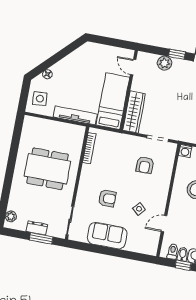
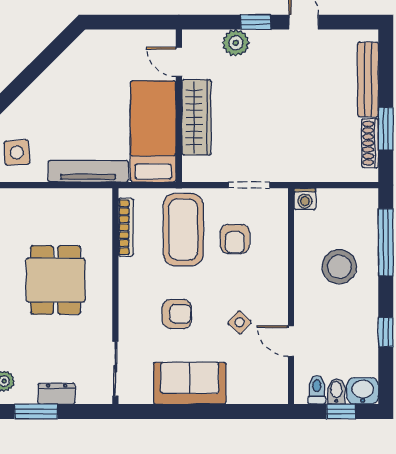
floor lamp: (47, 74) -> (22, 105), removed
wardrobe: (134, 112) -> (196, 117), moved
coffee table: (119, 155) -> (183, 230), added
dining table: (47, 169) -> (56, 280), width x0.73
door: (164, 224) -> (291, 341), hinge flipped
window: (41, 238) -> (36, 411), moved

